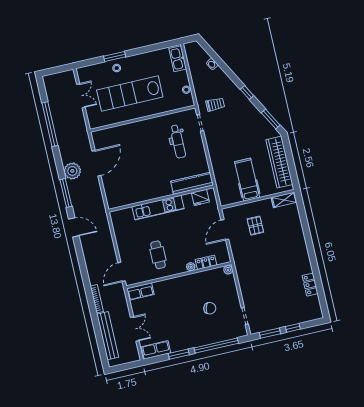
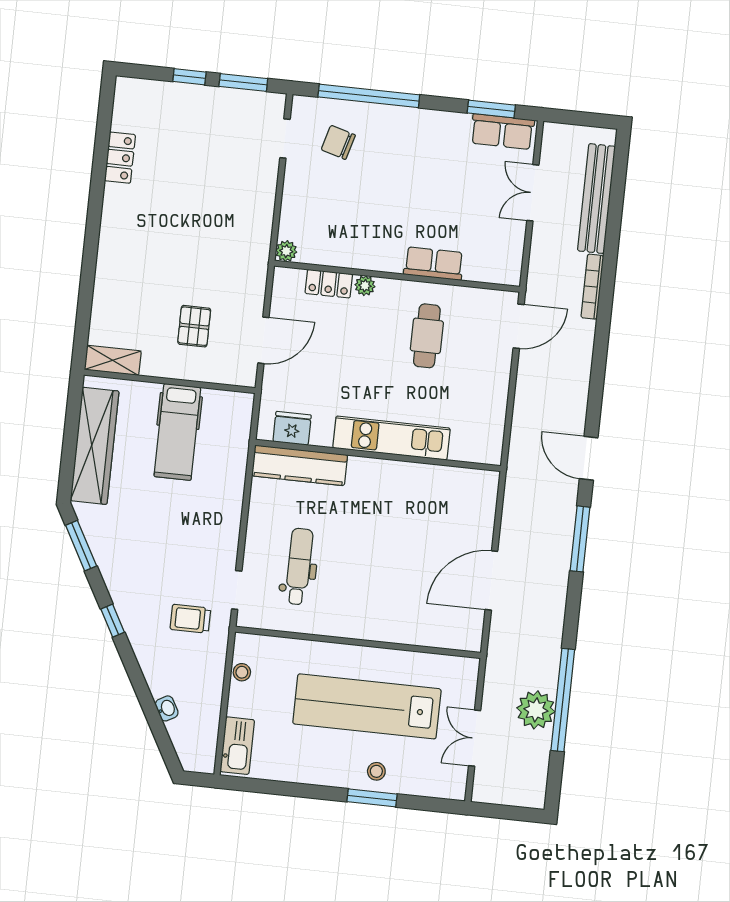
lab bench: (130, 93) -> (367, 706), turned 180
plant: (72, 171) -> (536, 710), moved
row of seats: (140, 291) -> (434, 264), moved
chair: (210, 308) -> (338, 142), moved
window: (179, 354) -> (491, 109), moved

